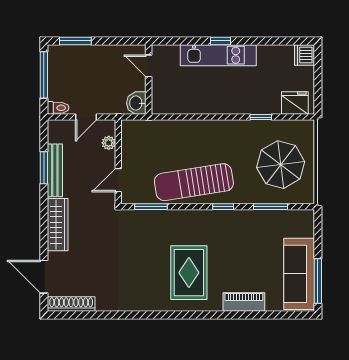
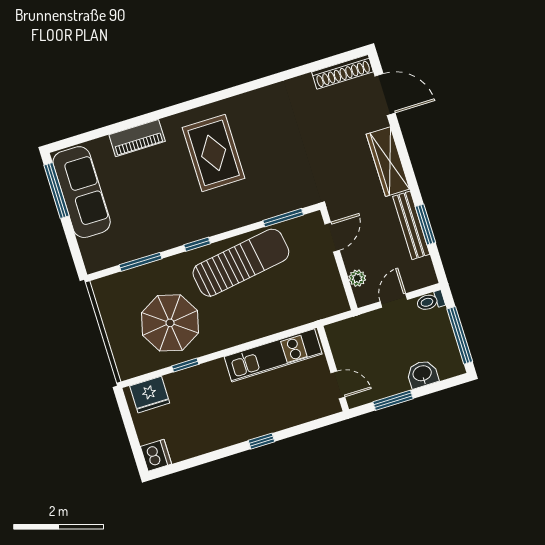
window: (75, 41) -> (393, 400), moved
kitchen unit: (218, 55) -> (273, 355), moved, turned 180
washbasin: (136, 103) -> (422, 374), moved, turned -90
parasol: (281, 165) -> (170, 323), moved

